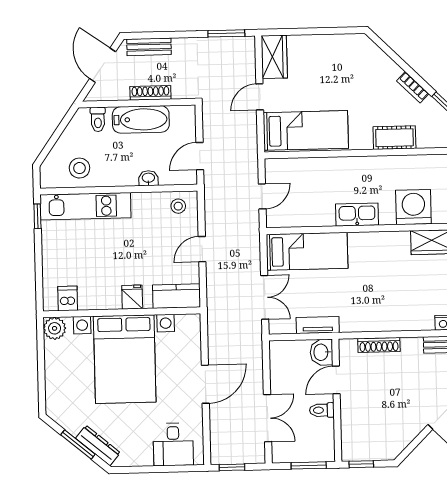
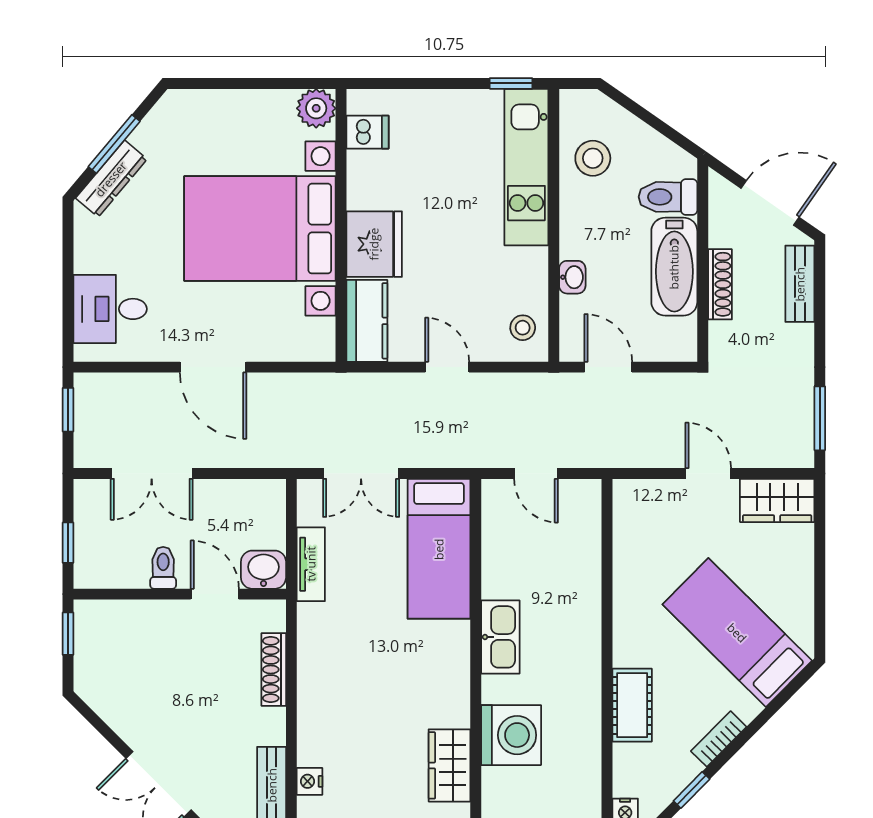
toilet: (98, 119) -> (668, 197), width x1.37, depth x1.39
bed: (306, 130) -> (737, 633), moved, turned 135
fridge: (132, 297) -> (374, 244), width x1.88, depth x1.34
window: (309, 465) -> (68, 543), width x0.67

